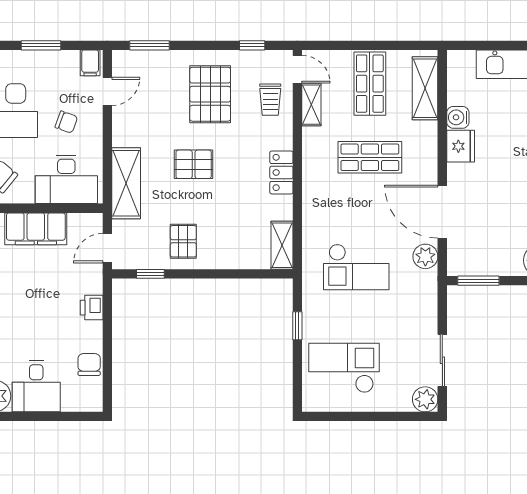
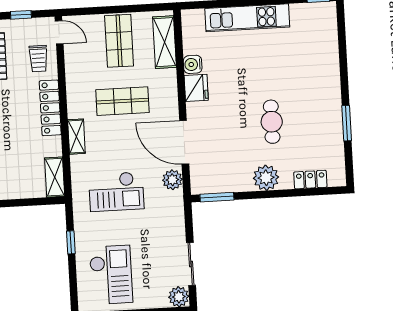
shelving: (311, 105) -> (76, 137), moved
locker: (281, 172) -> (50, 108), width x1.53
checkout: (344, 368) -> (111, 275), turned 90

